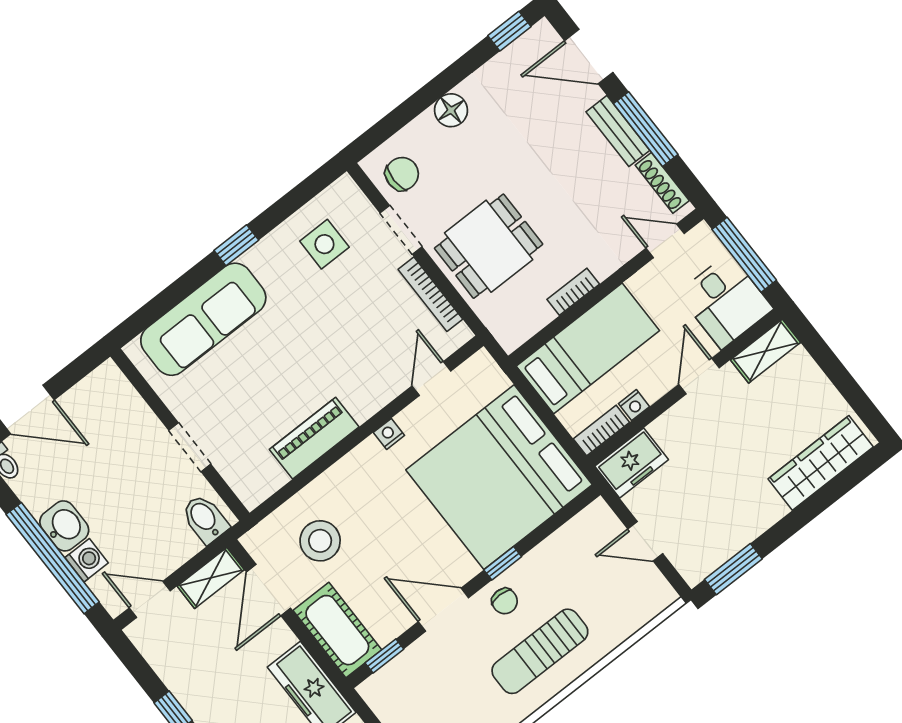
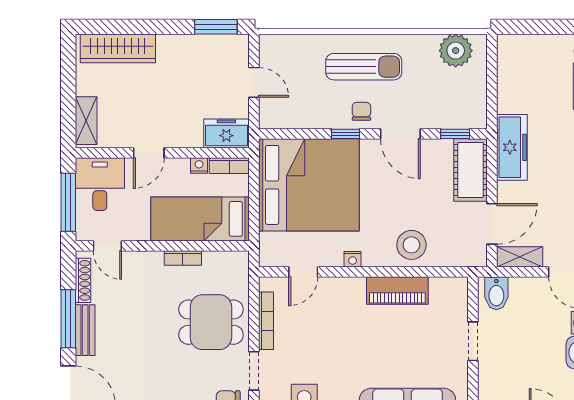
shelving: (766, 351) -> (86, 121), moved, turned 90
stool: (320, 541) -> (411, 245), moved

